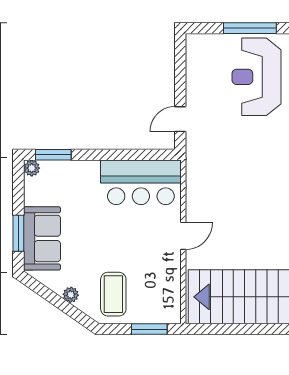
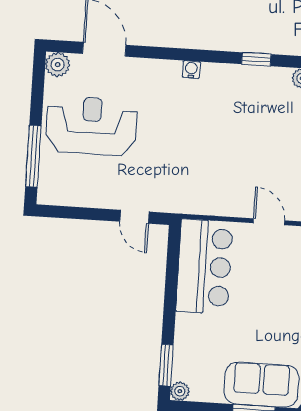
window: (250, 28) -> (33, 156), moved
reception desk: (257, 77) -> (92, 126), turned 180

